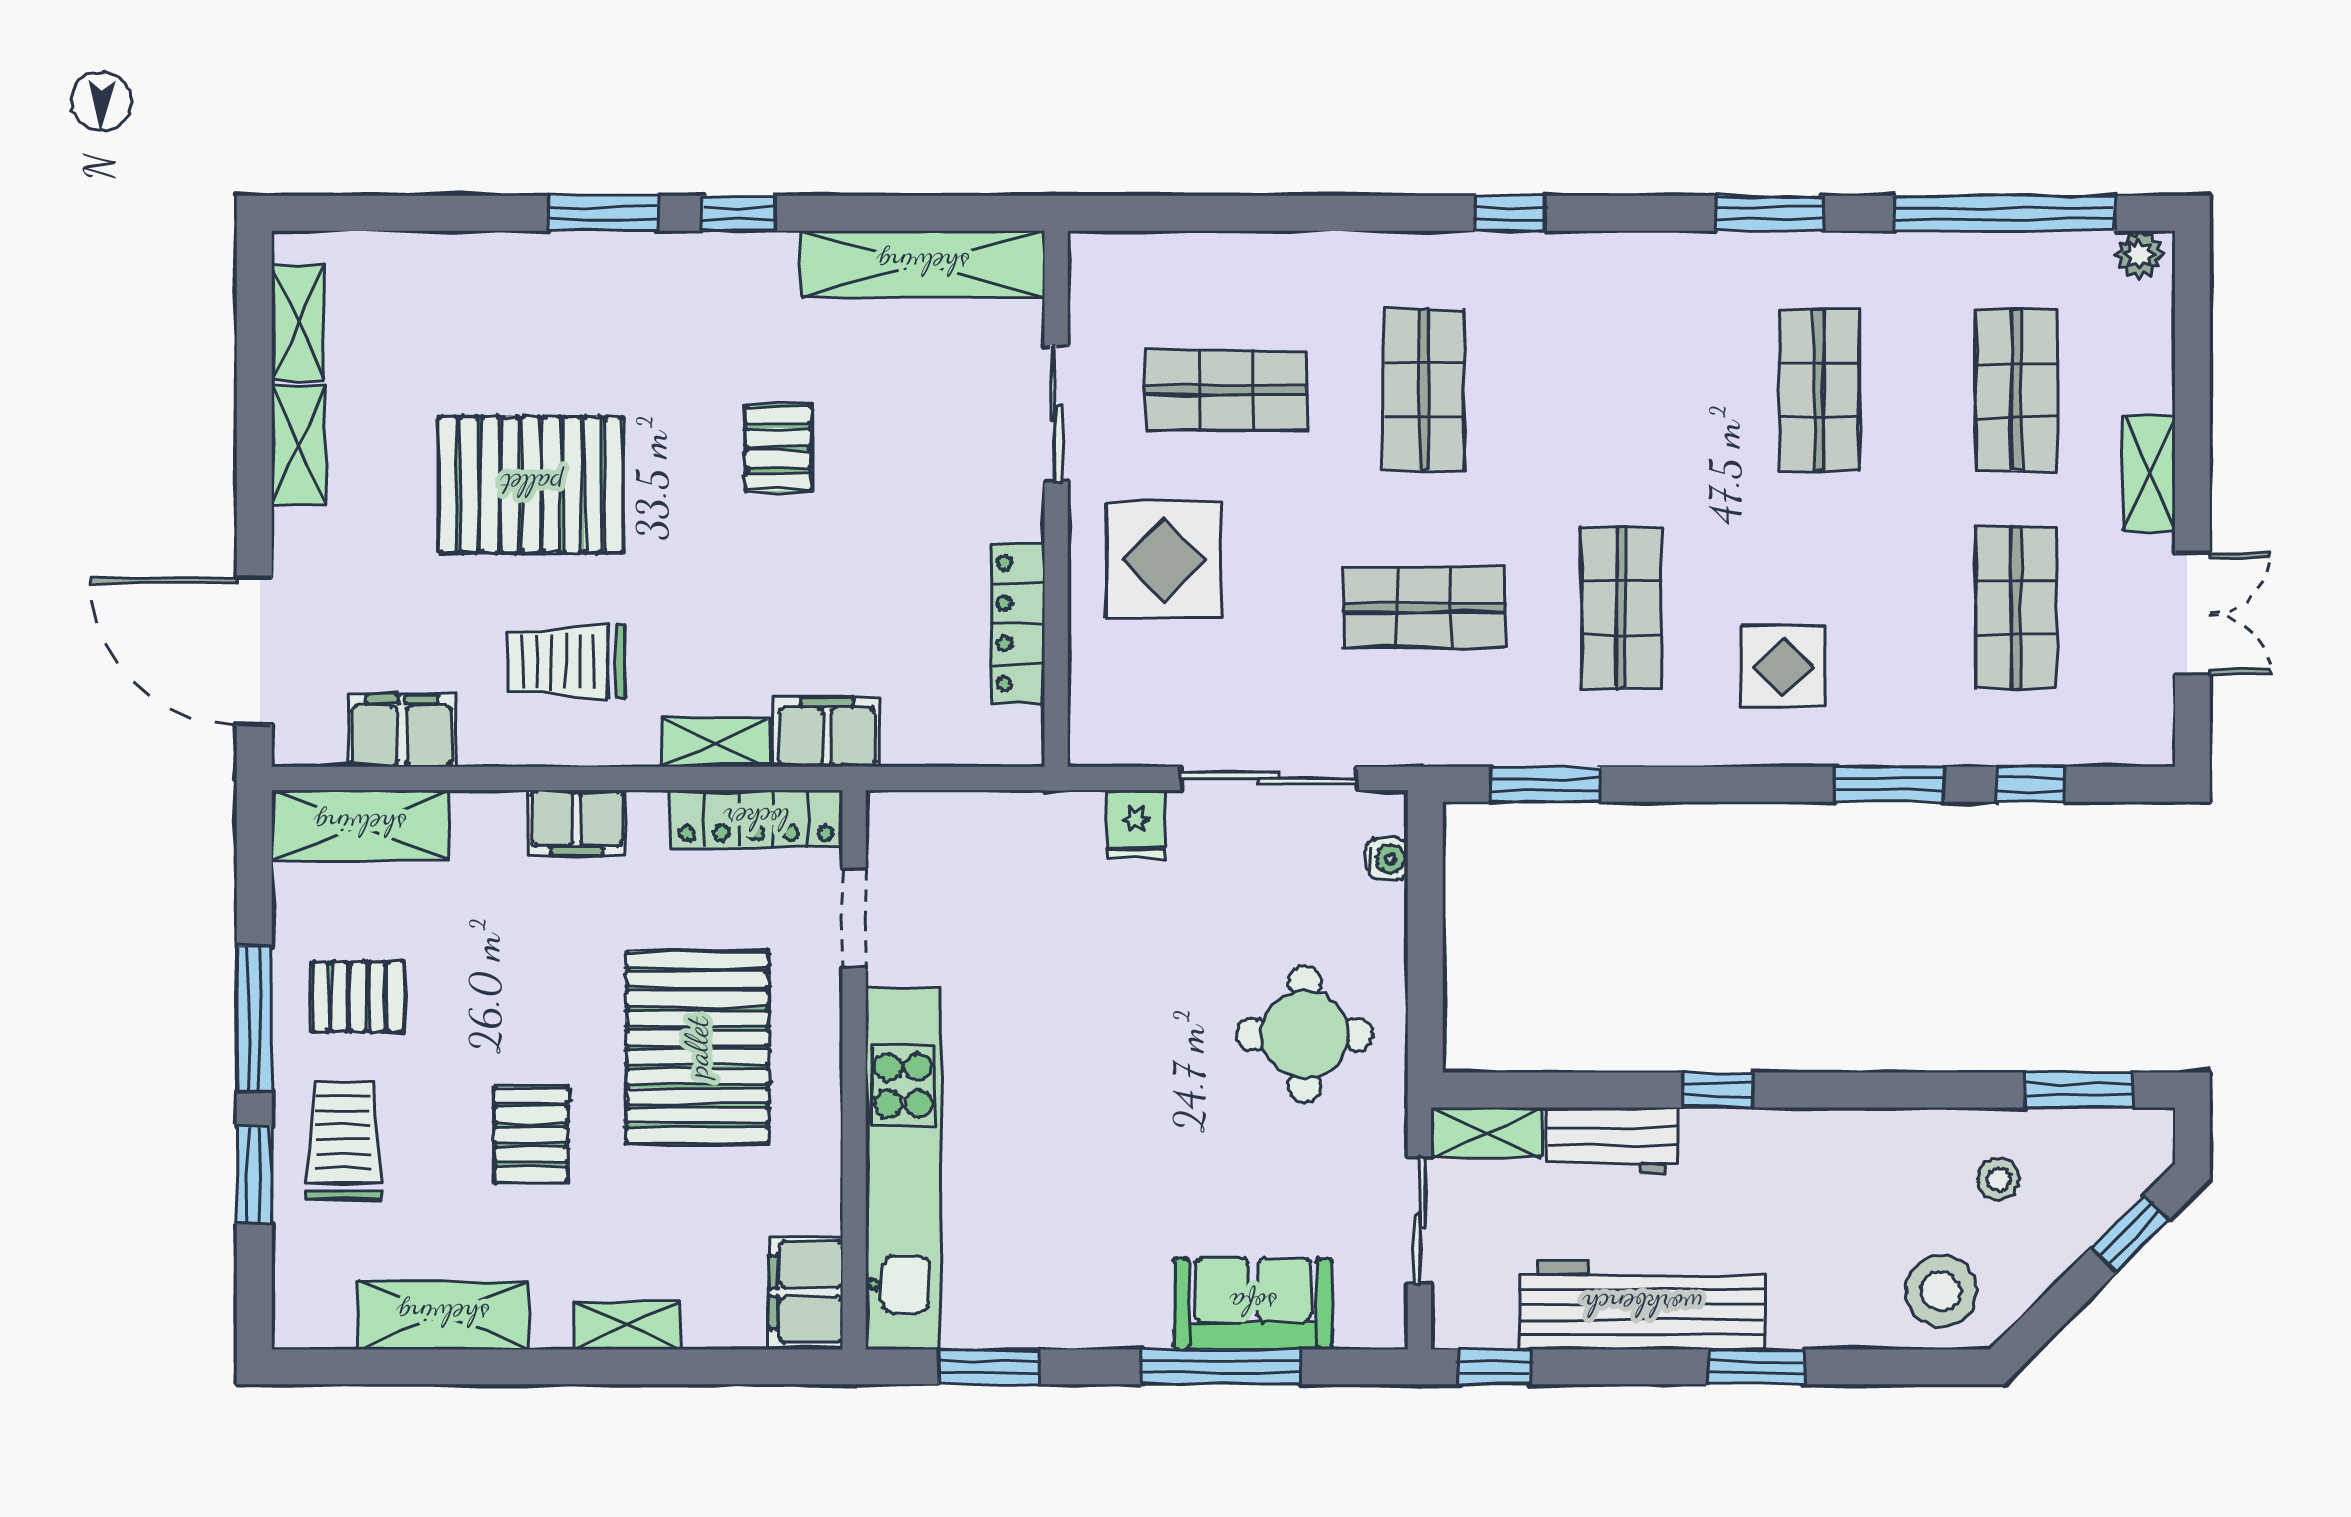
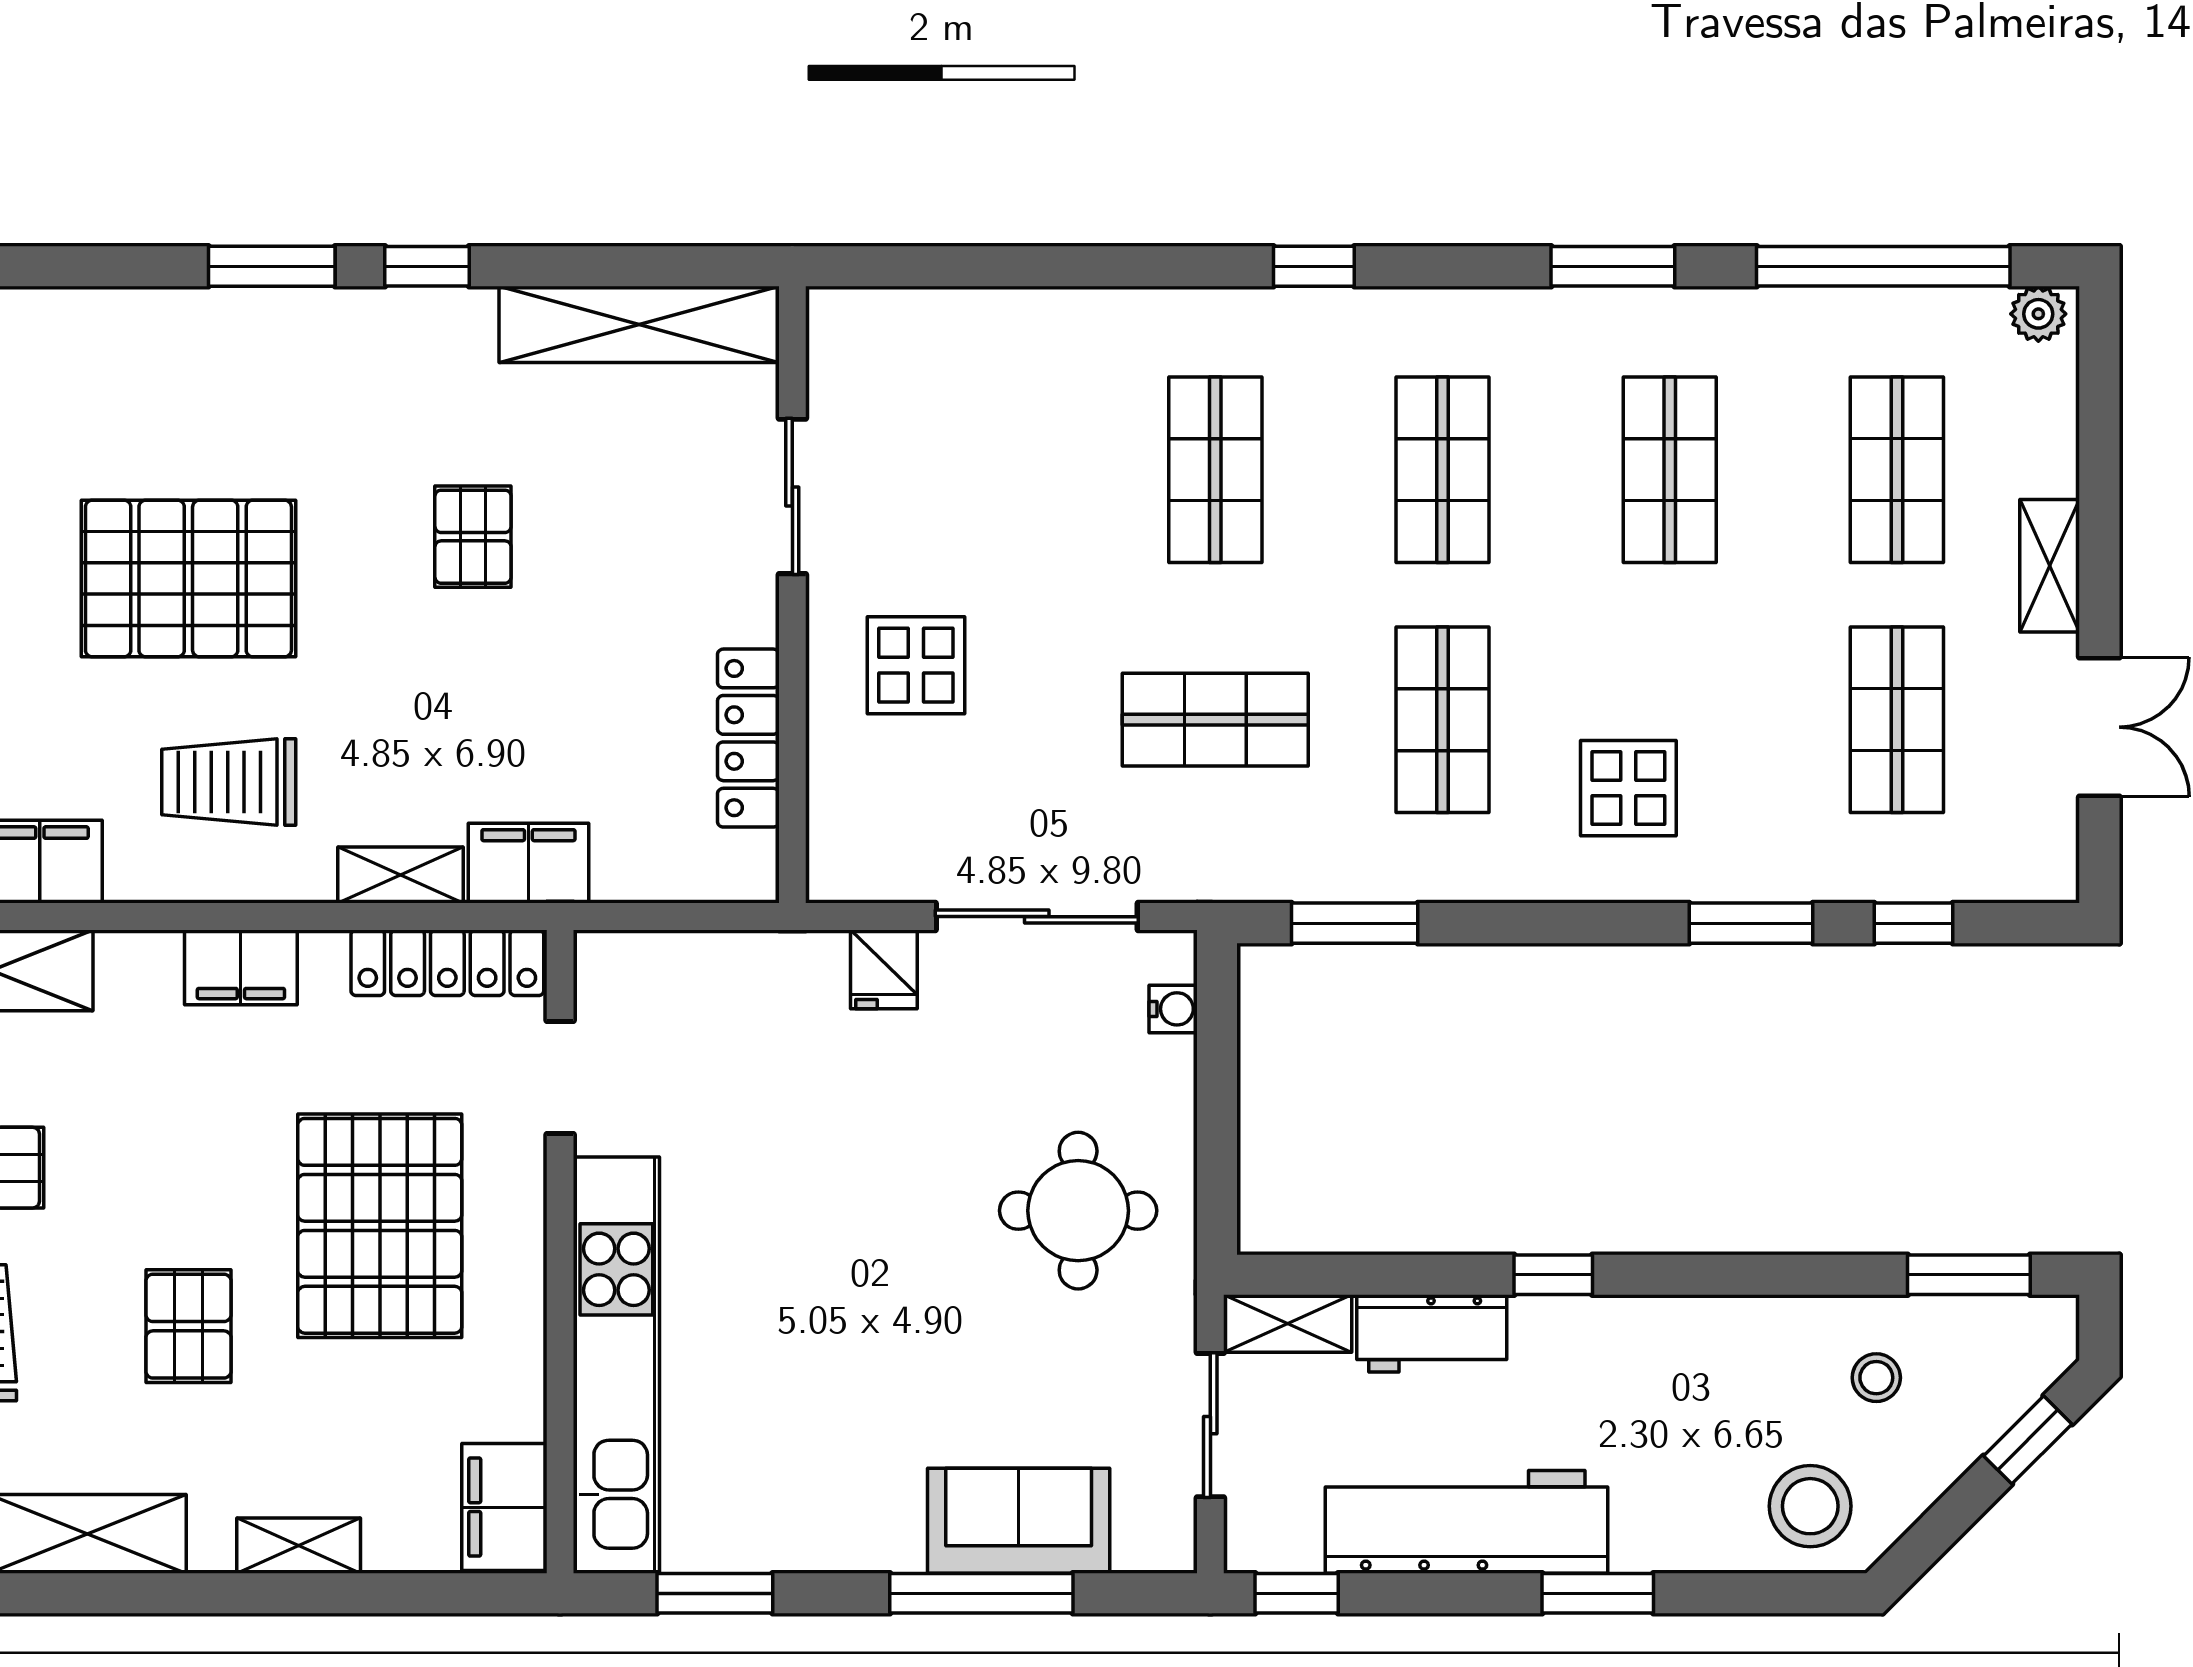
shop shelf: (1226, 390) -> (1443, 470), moved, turned 90
display table: (1164, 560) -> (916, 665), width x0.73, depth x0.73

